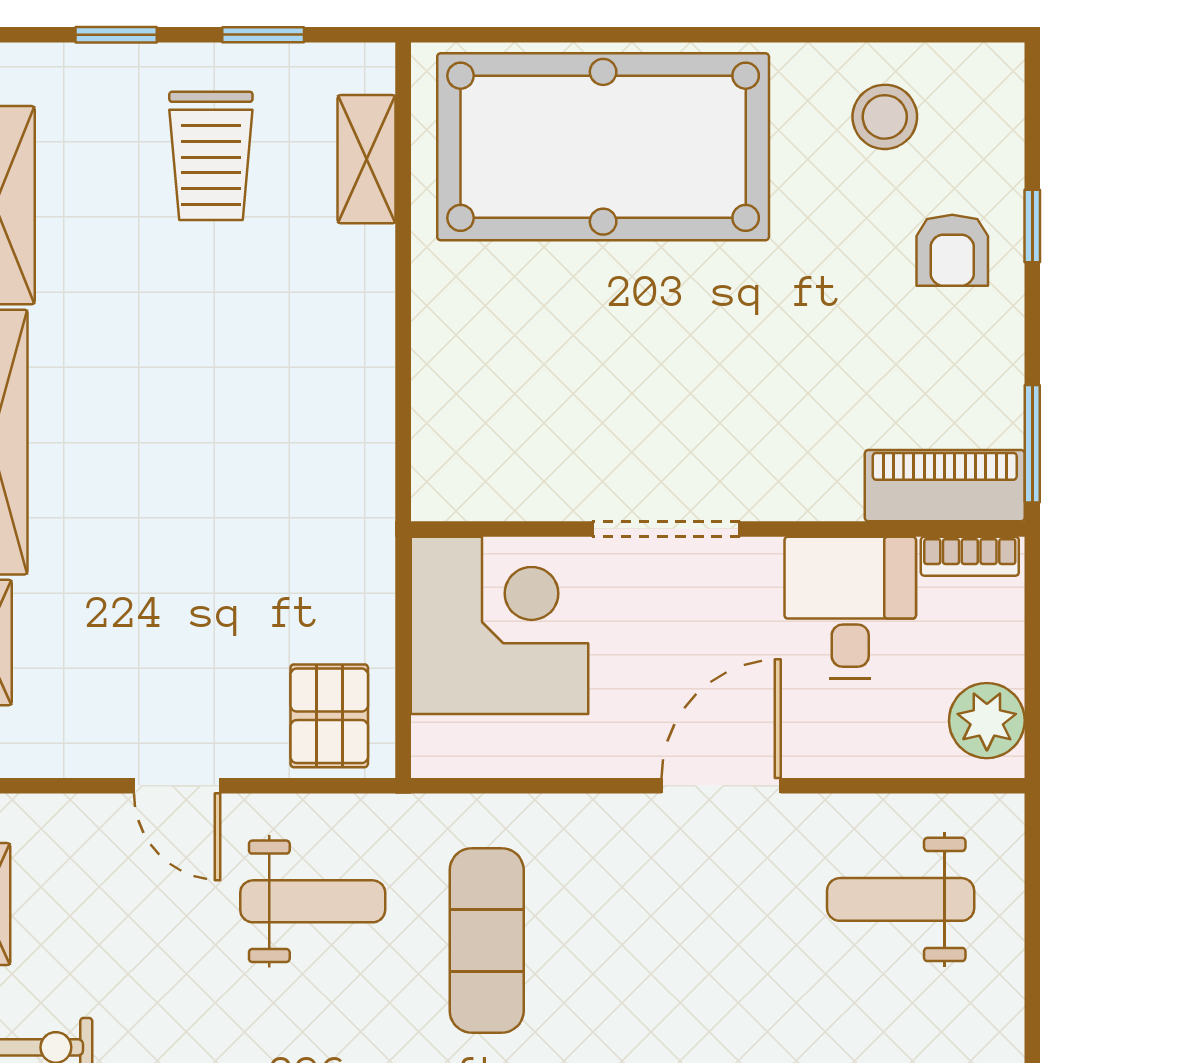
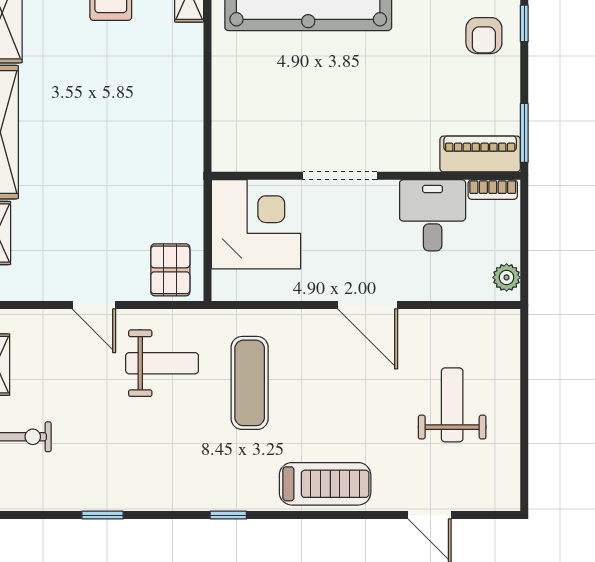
plant: (987, 721) -> (507, 277), width x0.73, depth x0.73
door: (721, 786) -> (368, 305), swing flipped
weight bench: (901, 899) -> (452, 405), moved, turned 90

